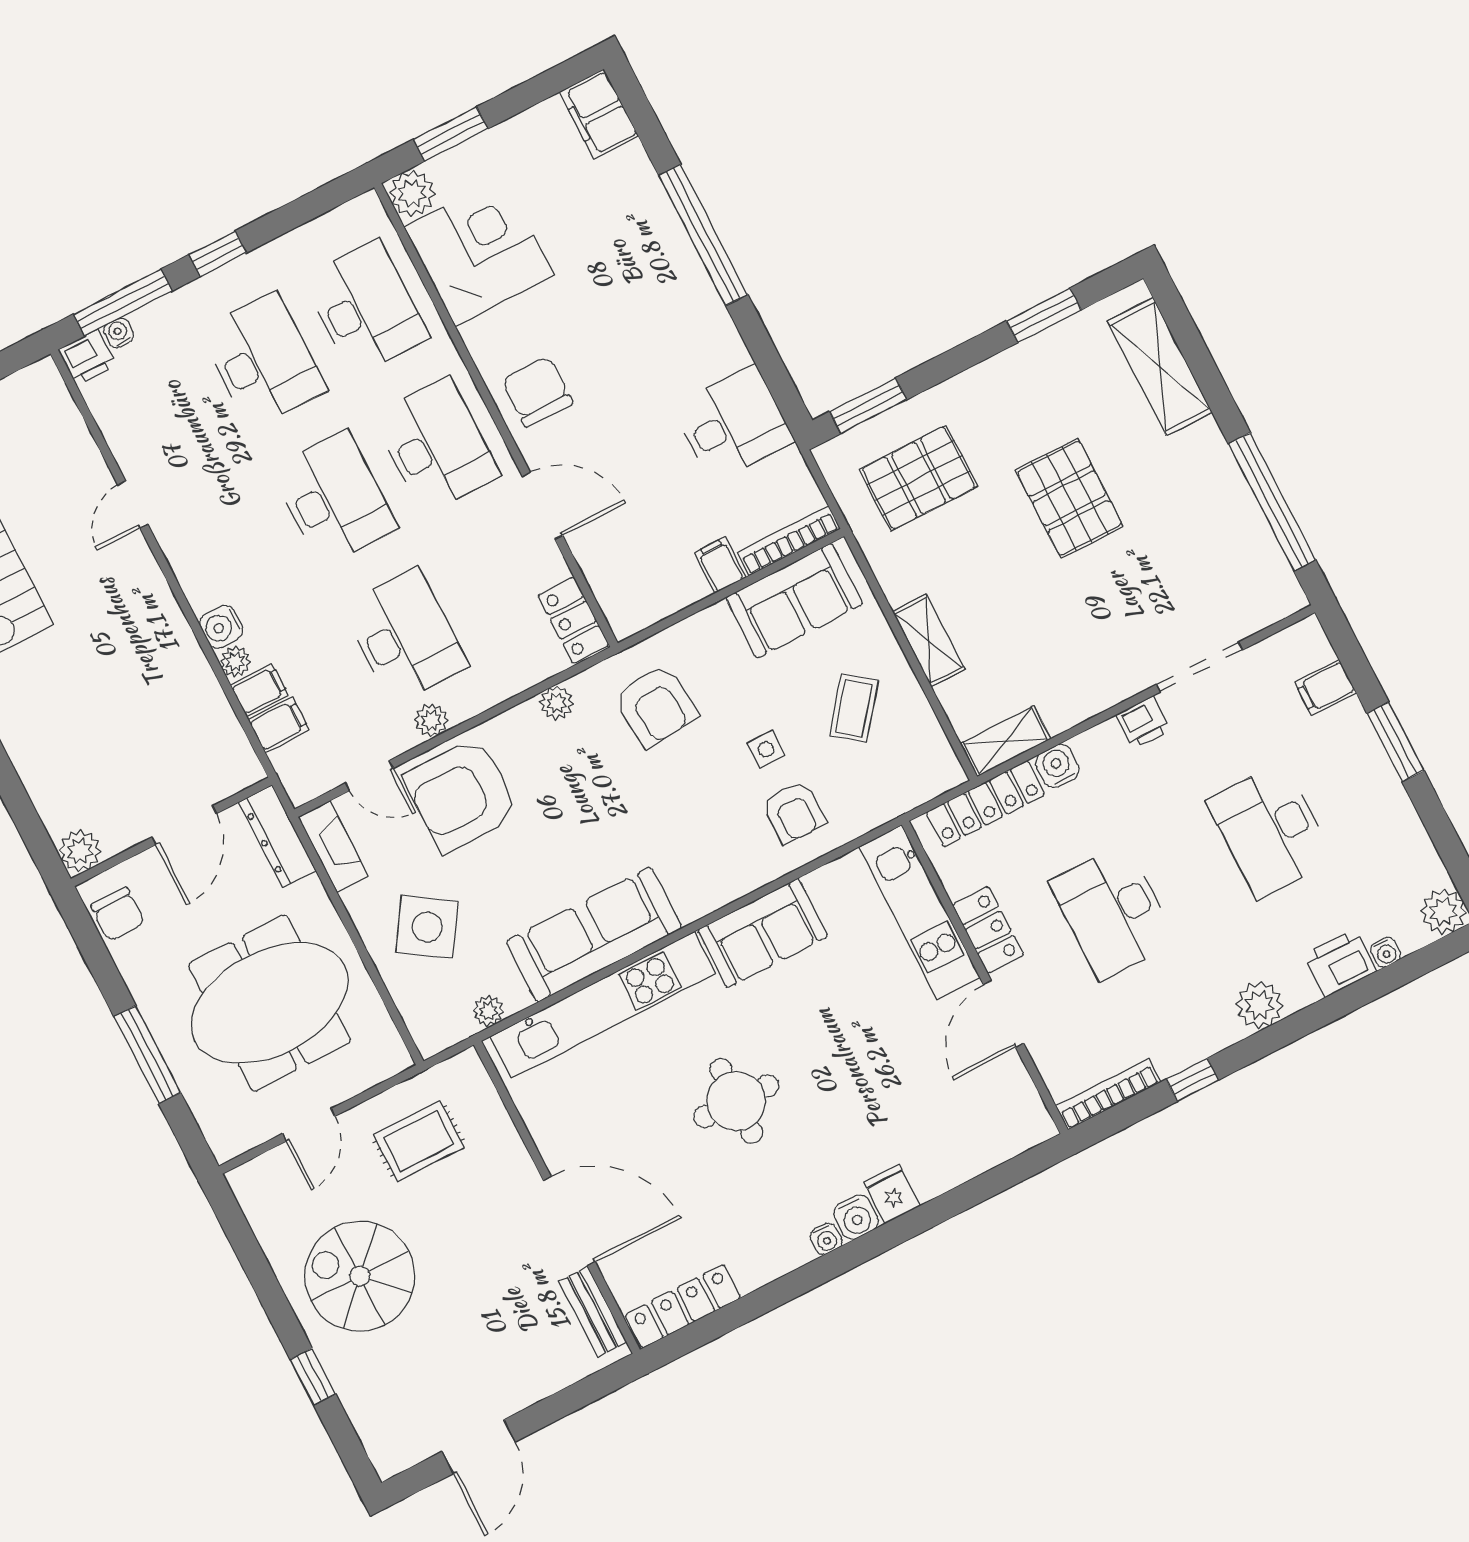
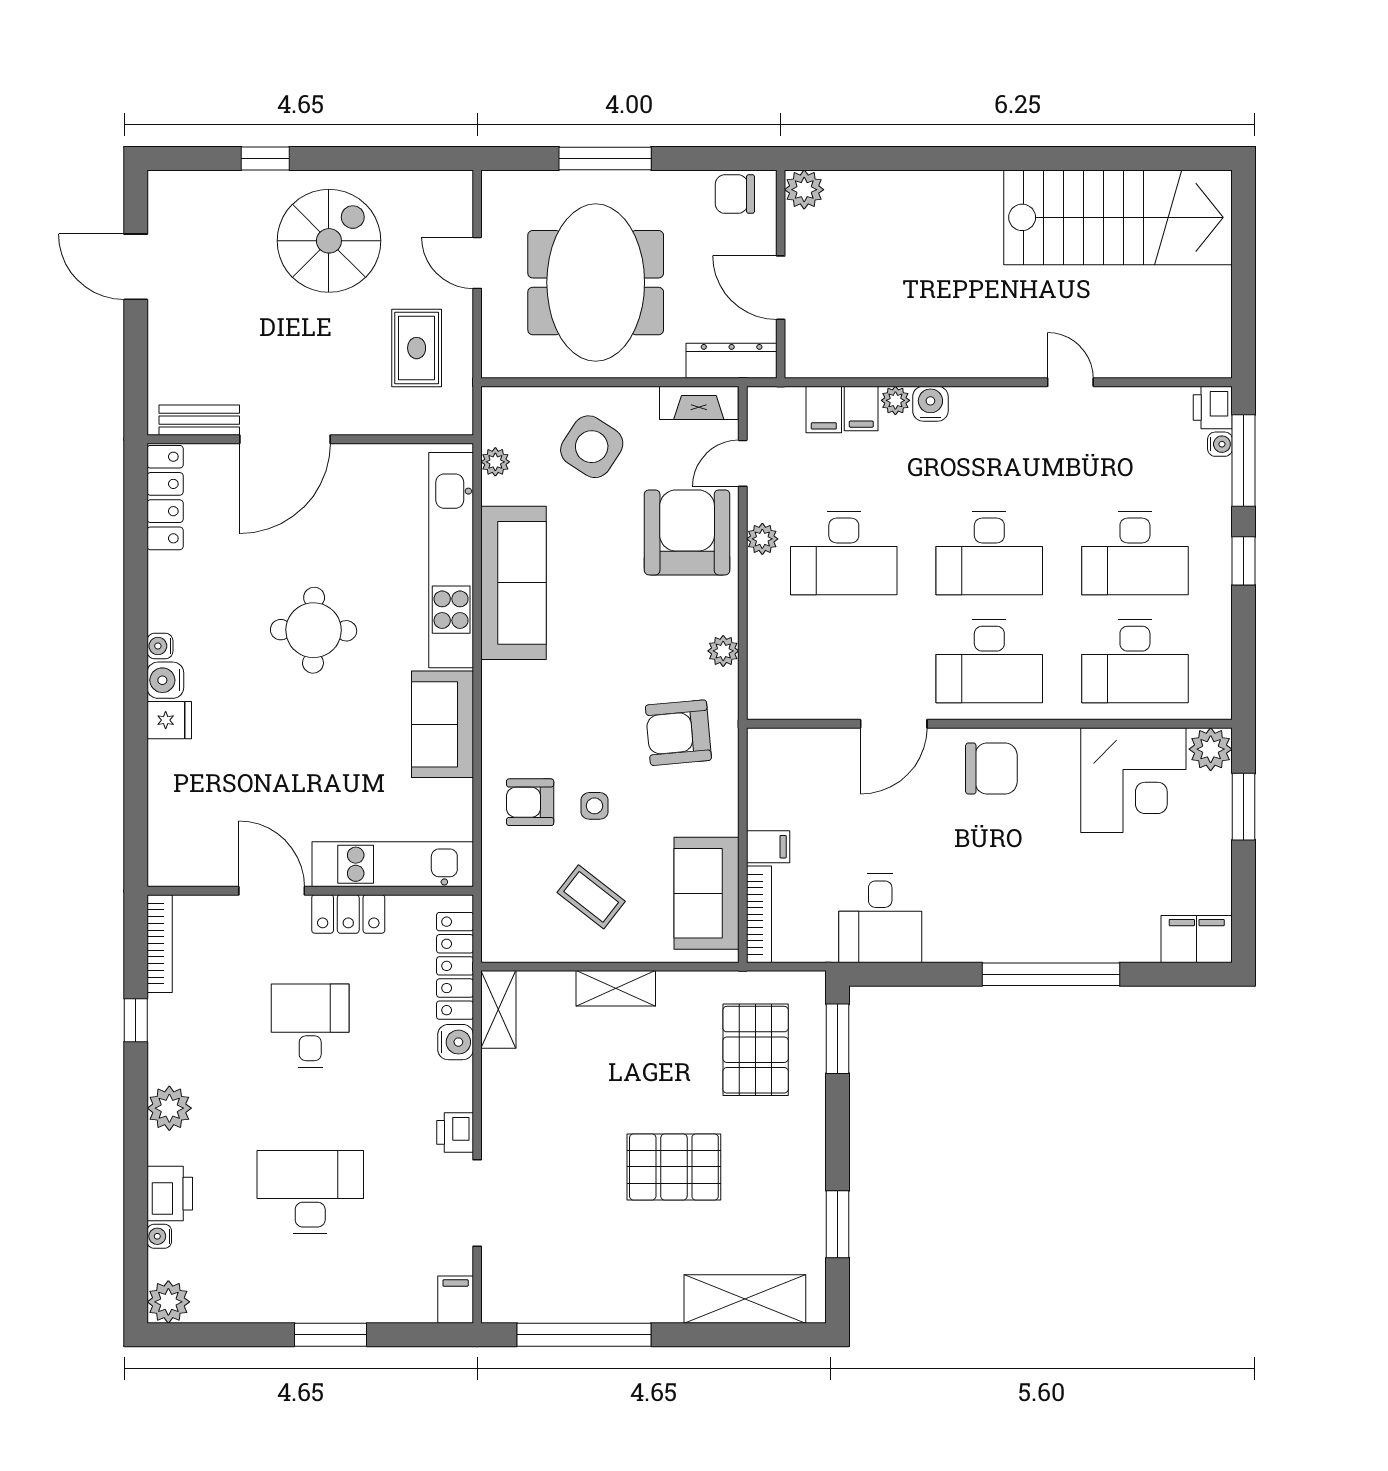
locker: (573, 620) -> (785, 701), removed
filing cabinet: (1326, 688) -> (456, 1300), moved
desk: (1113, 912) -> (310, 1026), width x0.73

